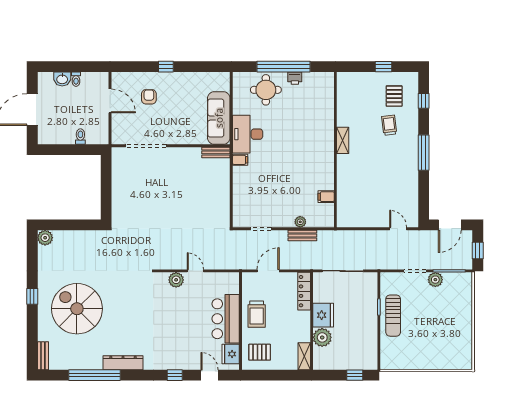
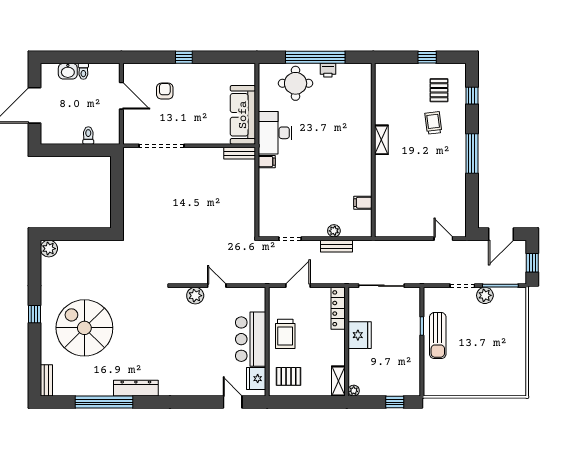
plant: (322, 337) -> (354, 391), moved, width x0.53, depth x0.53
window: (175, 375) -> (194, 402), removed

